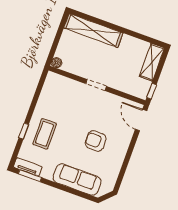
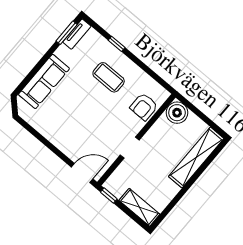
boiler: (57, 63) -> (177, 113), width x1.86, depth x1.86
doorway: (96, 85) -> (130, 148), moved
coffee table: (45, 134) -> (109, 77), moved
armchair: (96, 141) -> (144, 107), moved, turned 180

